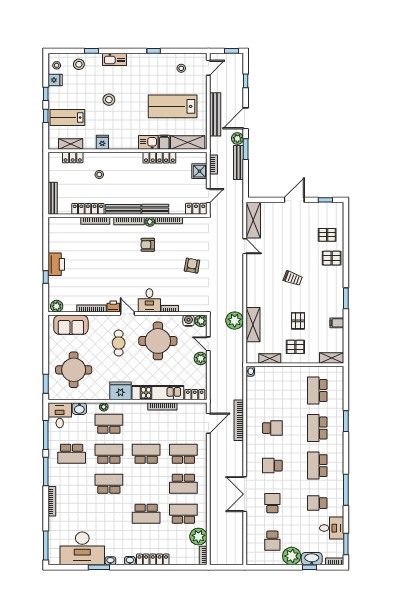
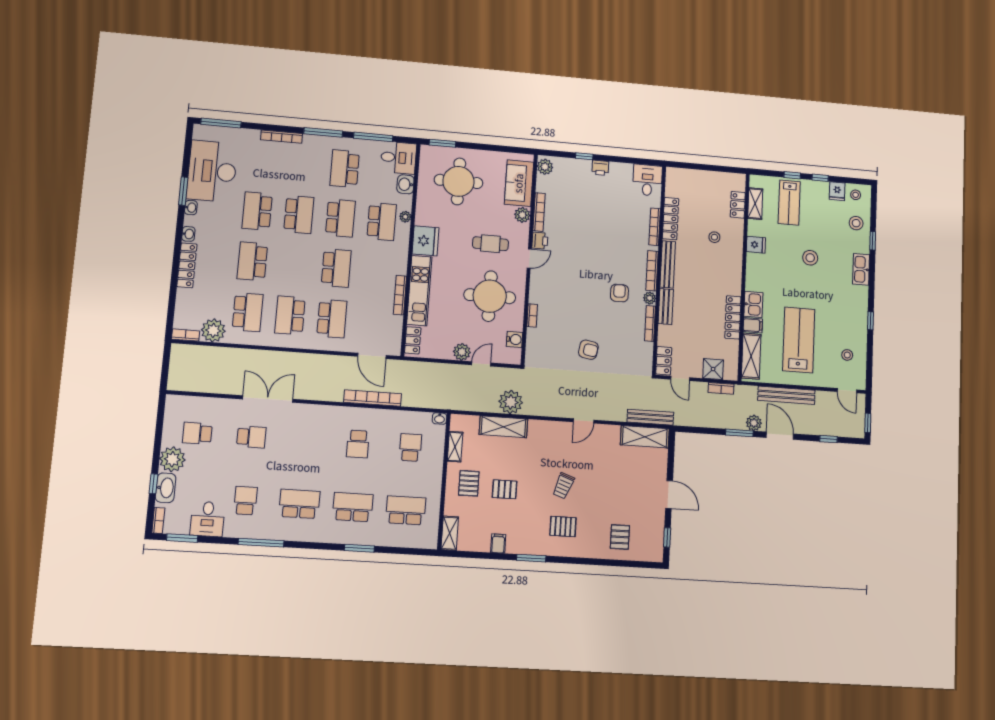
lab bench: (67, 118) -> (789, 203), turned 180
bench: (239, 163) -> (650, 417), moved
bench: (53, 198) -> (687, 174), removed
door: (245, 246) -> (584, 421), moved
pallet: (332, 258) -> (563, 526), moved, turned 90
printer: (56, 264) -> (600, 168), width x0.53, depth x0.68
desk: (149, 300) -> (647, 180), moved, turned 90
plant: (201, 321) -> (522, 215), moved
school desk: (272, 466) -> (410, 447), moved
school desk: (109, 514) -> (257, 211), added

